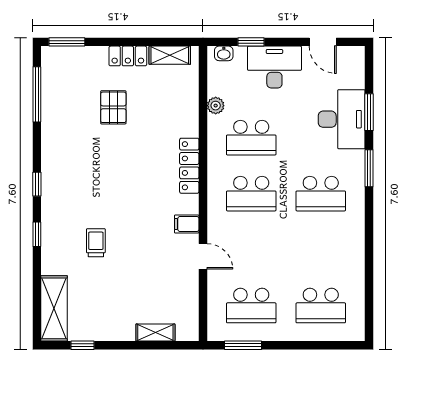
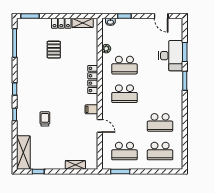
desk: (274, 67) -> (136, 29), removed
school desk: (321, 194) -> (160, 122), moved

